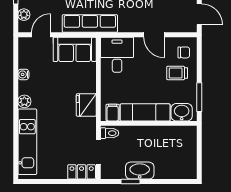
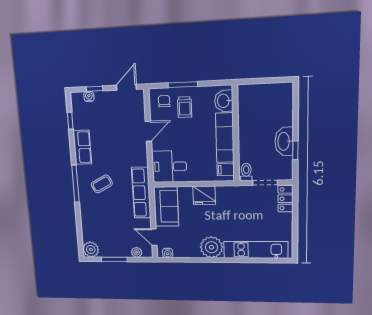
water cooler: (23, 74) -> (168, 253), moved
window: (199, 97) -> (183, 85), moved
plant: (24, 101) -> (211, 247), width x1.87, depth x1.87
fridge: (86, 105) -> (204, 195), moved

